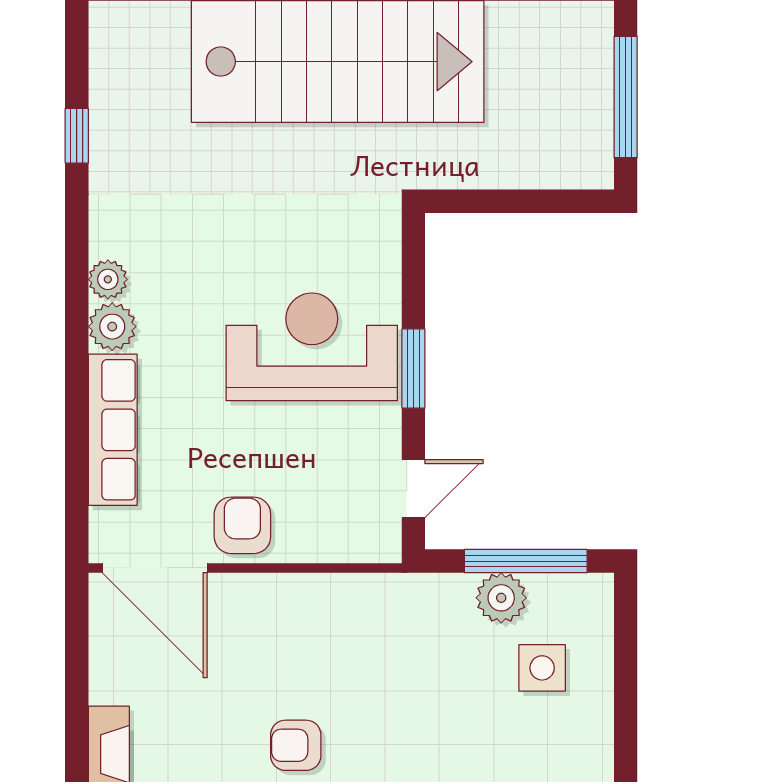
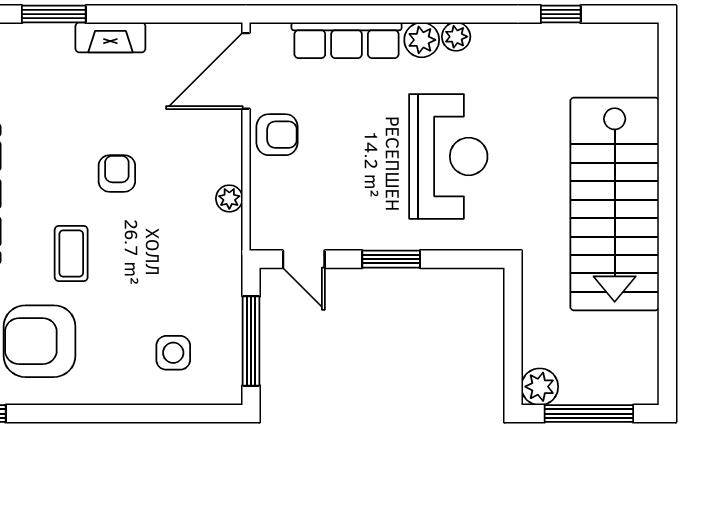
plant: (589, 164) -> (540, 387), added
reception desk: (312, 347) -> (448, 156), moved
plant: (501, 598) -> (229, 198), moved, width x0.73, depth x0.73

